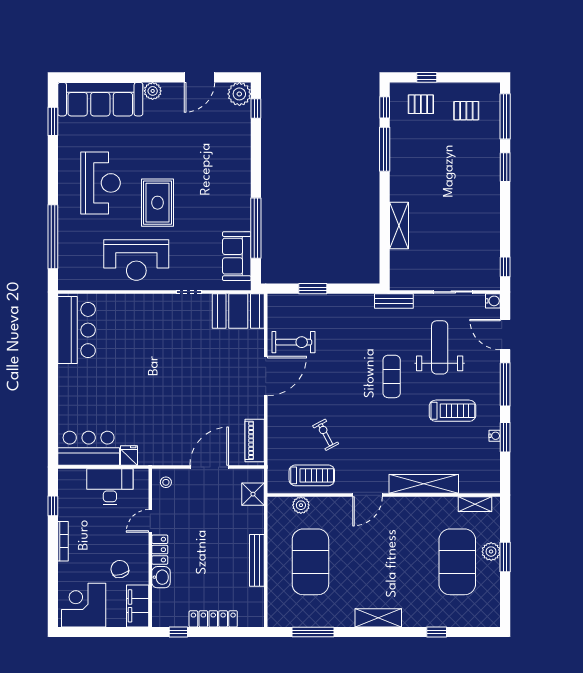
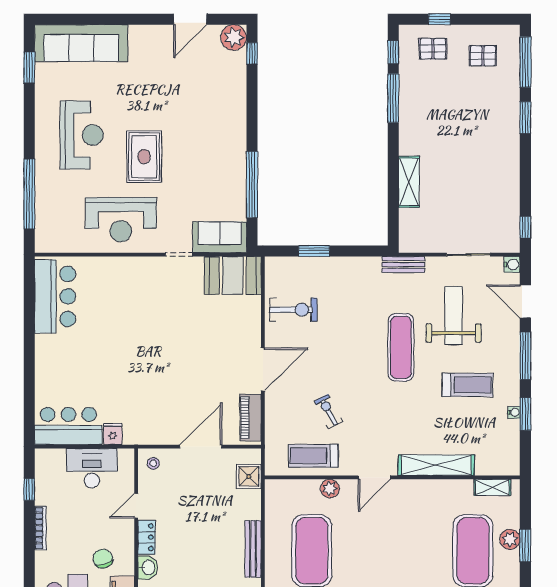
plant: (153, 91) -> (139, 34), removed
sofa: (237, 256) -> (220, 237), moved, turned 90
door: (266, 376) -> (263, 369), moved
exercise mat: (392, 376) -> (401, 347), width x1.36, depth x1.45
treadmill: (312, 475) -> (313, 456), turned 180
plant: (301, 505) -> (330, 489), moved

